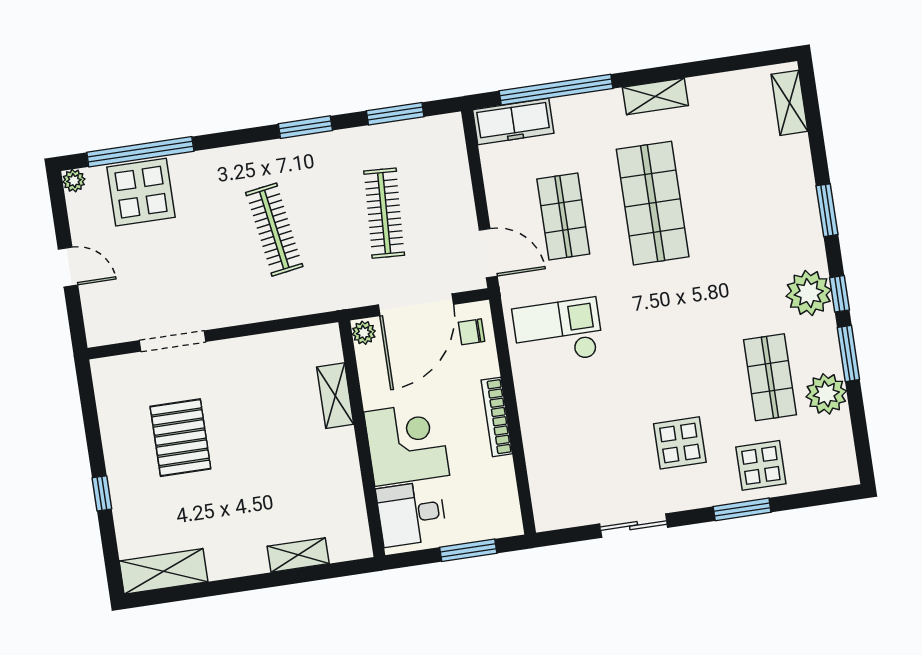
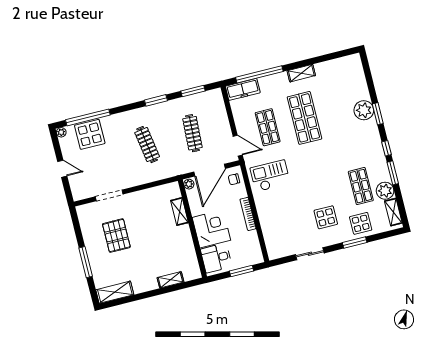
shelving: (789, 103) -> (393, 212), moved
plant: (809, 293) -> (364, 110), moved
window: (102, 493) -> (86, 262), width x2.17

